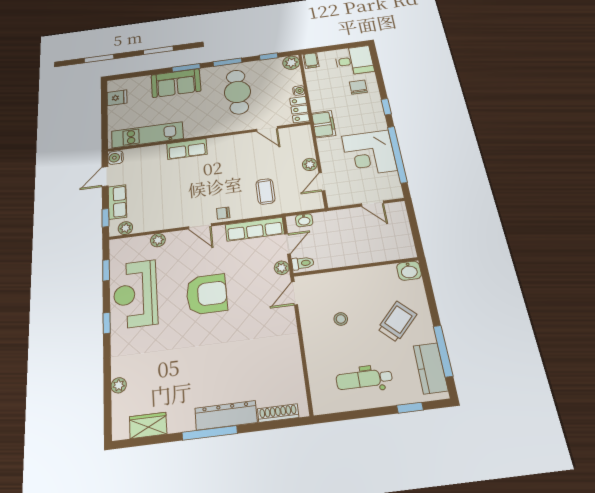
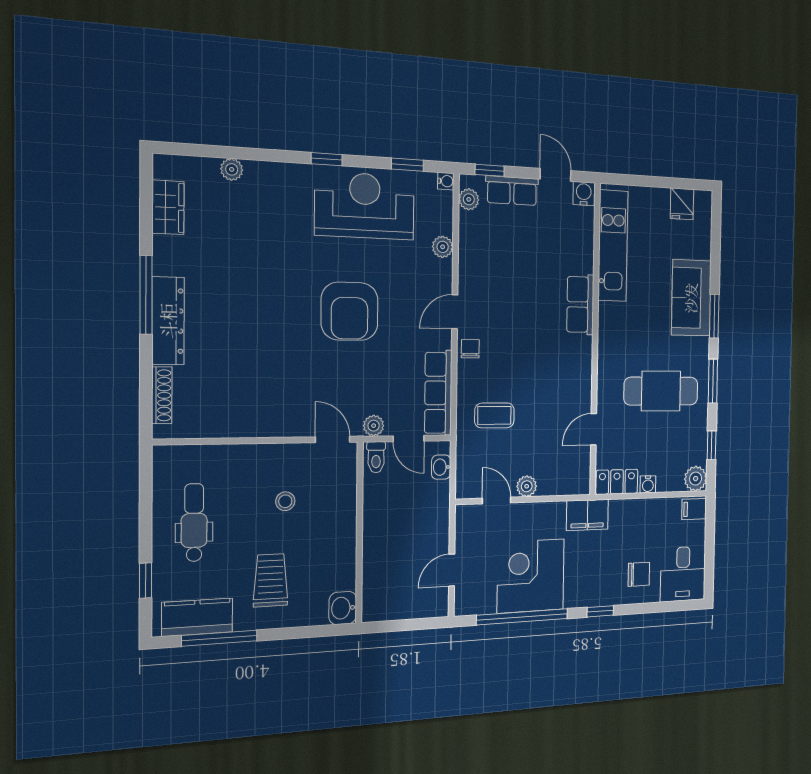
water cooler: (115, 244) -> (446, 181), added
trolley: (397, 322) -> (271, 580), turned -134

